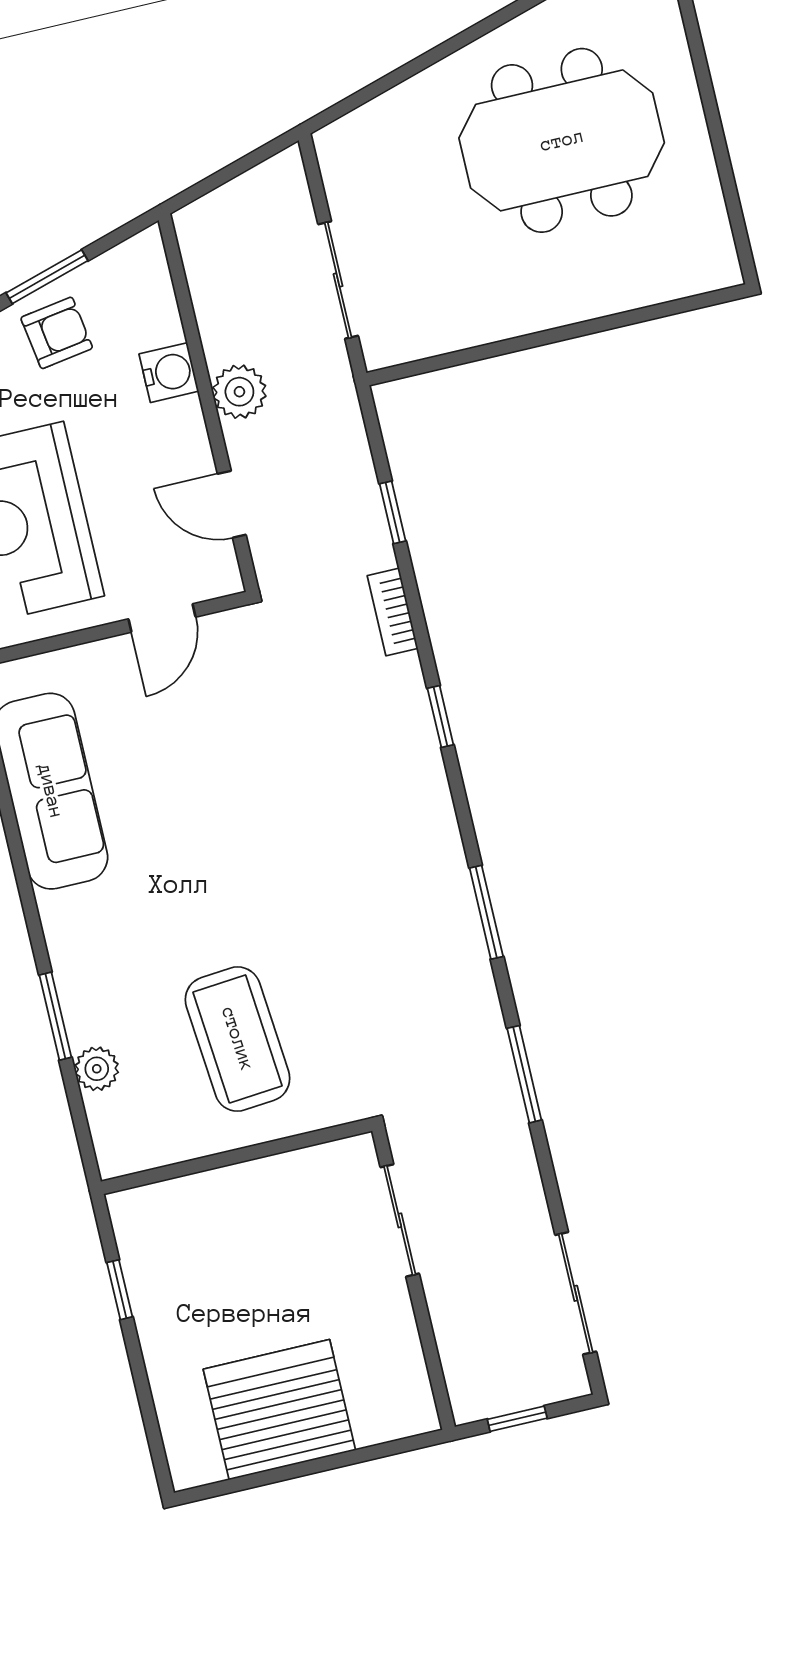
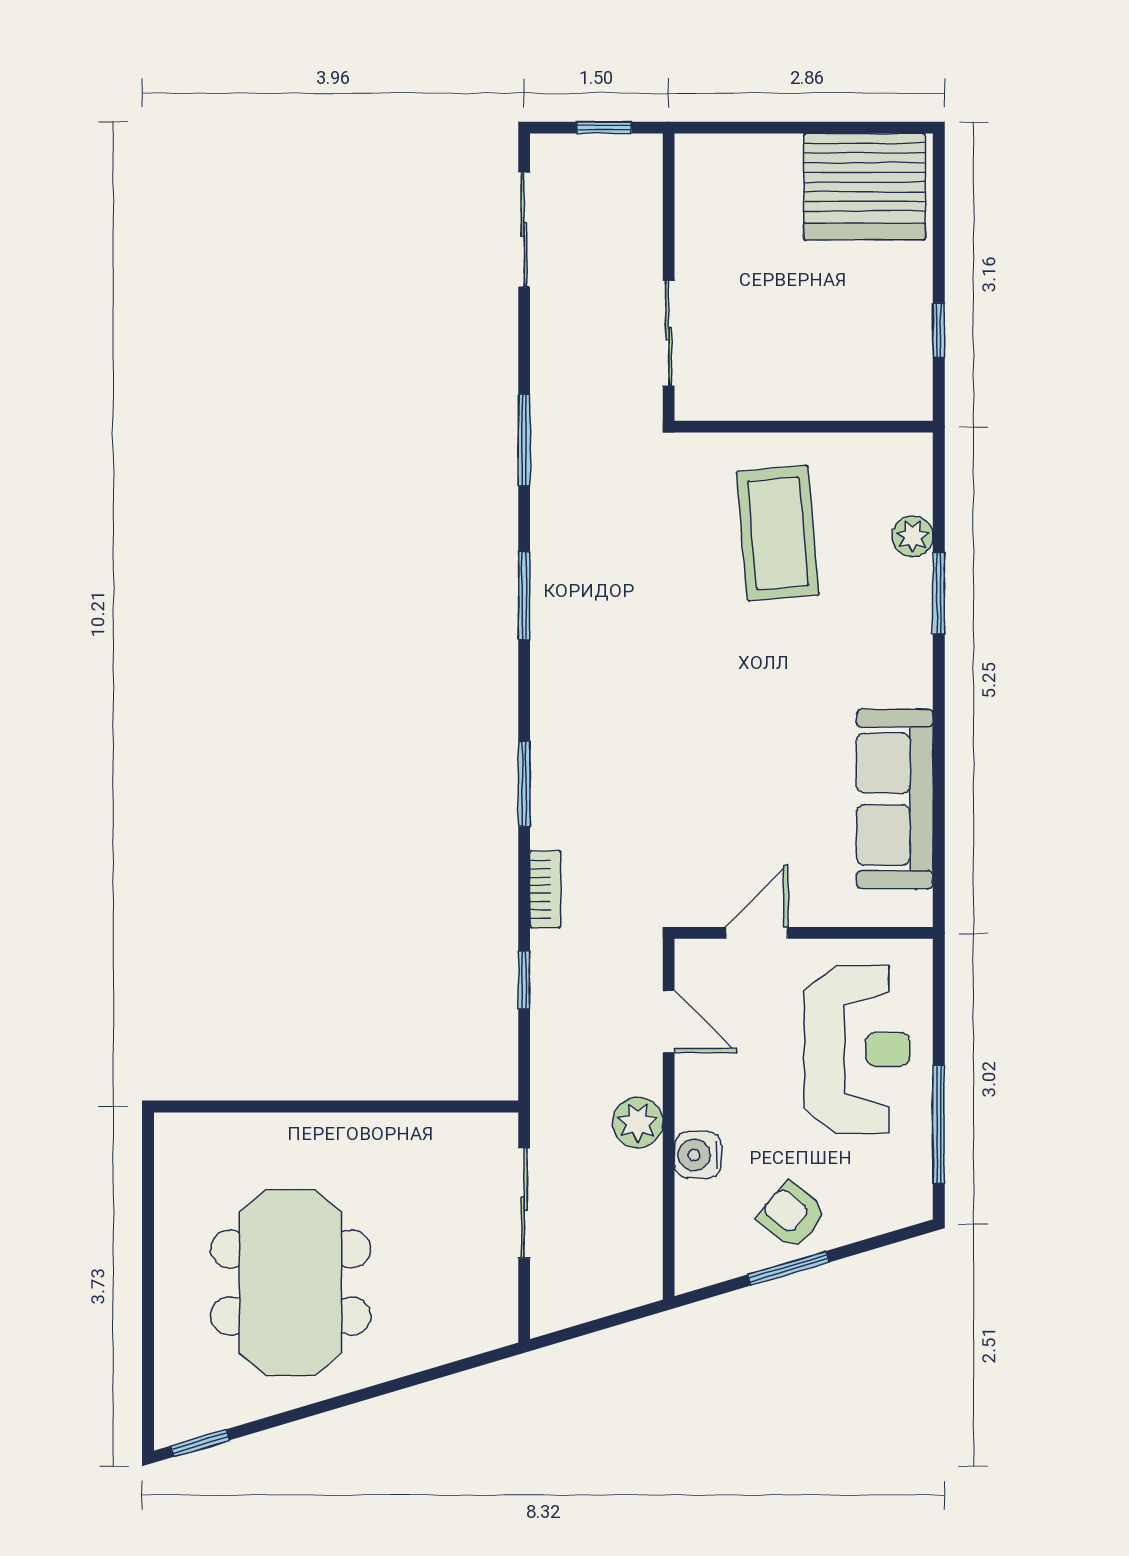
meeting table: (562, 140) -> (291, 1283), turned 90
armchair: (57, 333) -> (792, 1215), turned 48
window: (440, 717) -> (524, 784), width x1.50
server rack: (279, 1410) -> (864, 187), moved

